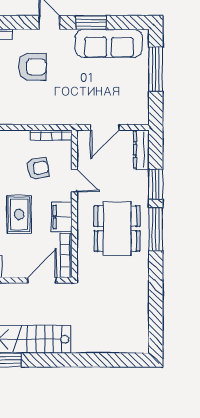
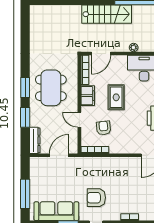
armchair: (33, 67) -> (96, 198), moved
armchair: (38, 168) -> (104, 128), turned 95
window: (156, 229) -> (25, 87), width x0.69

